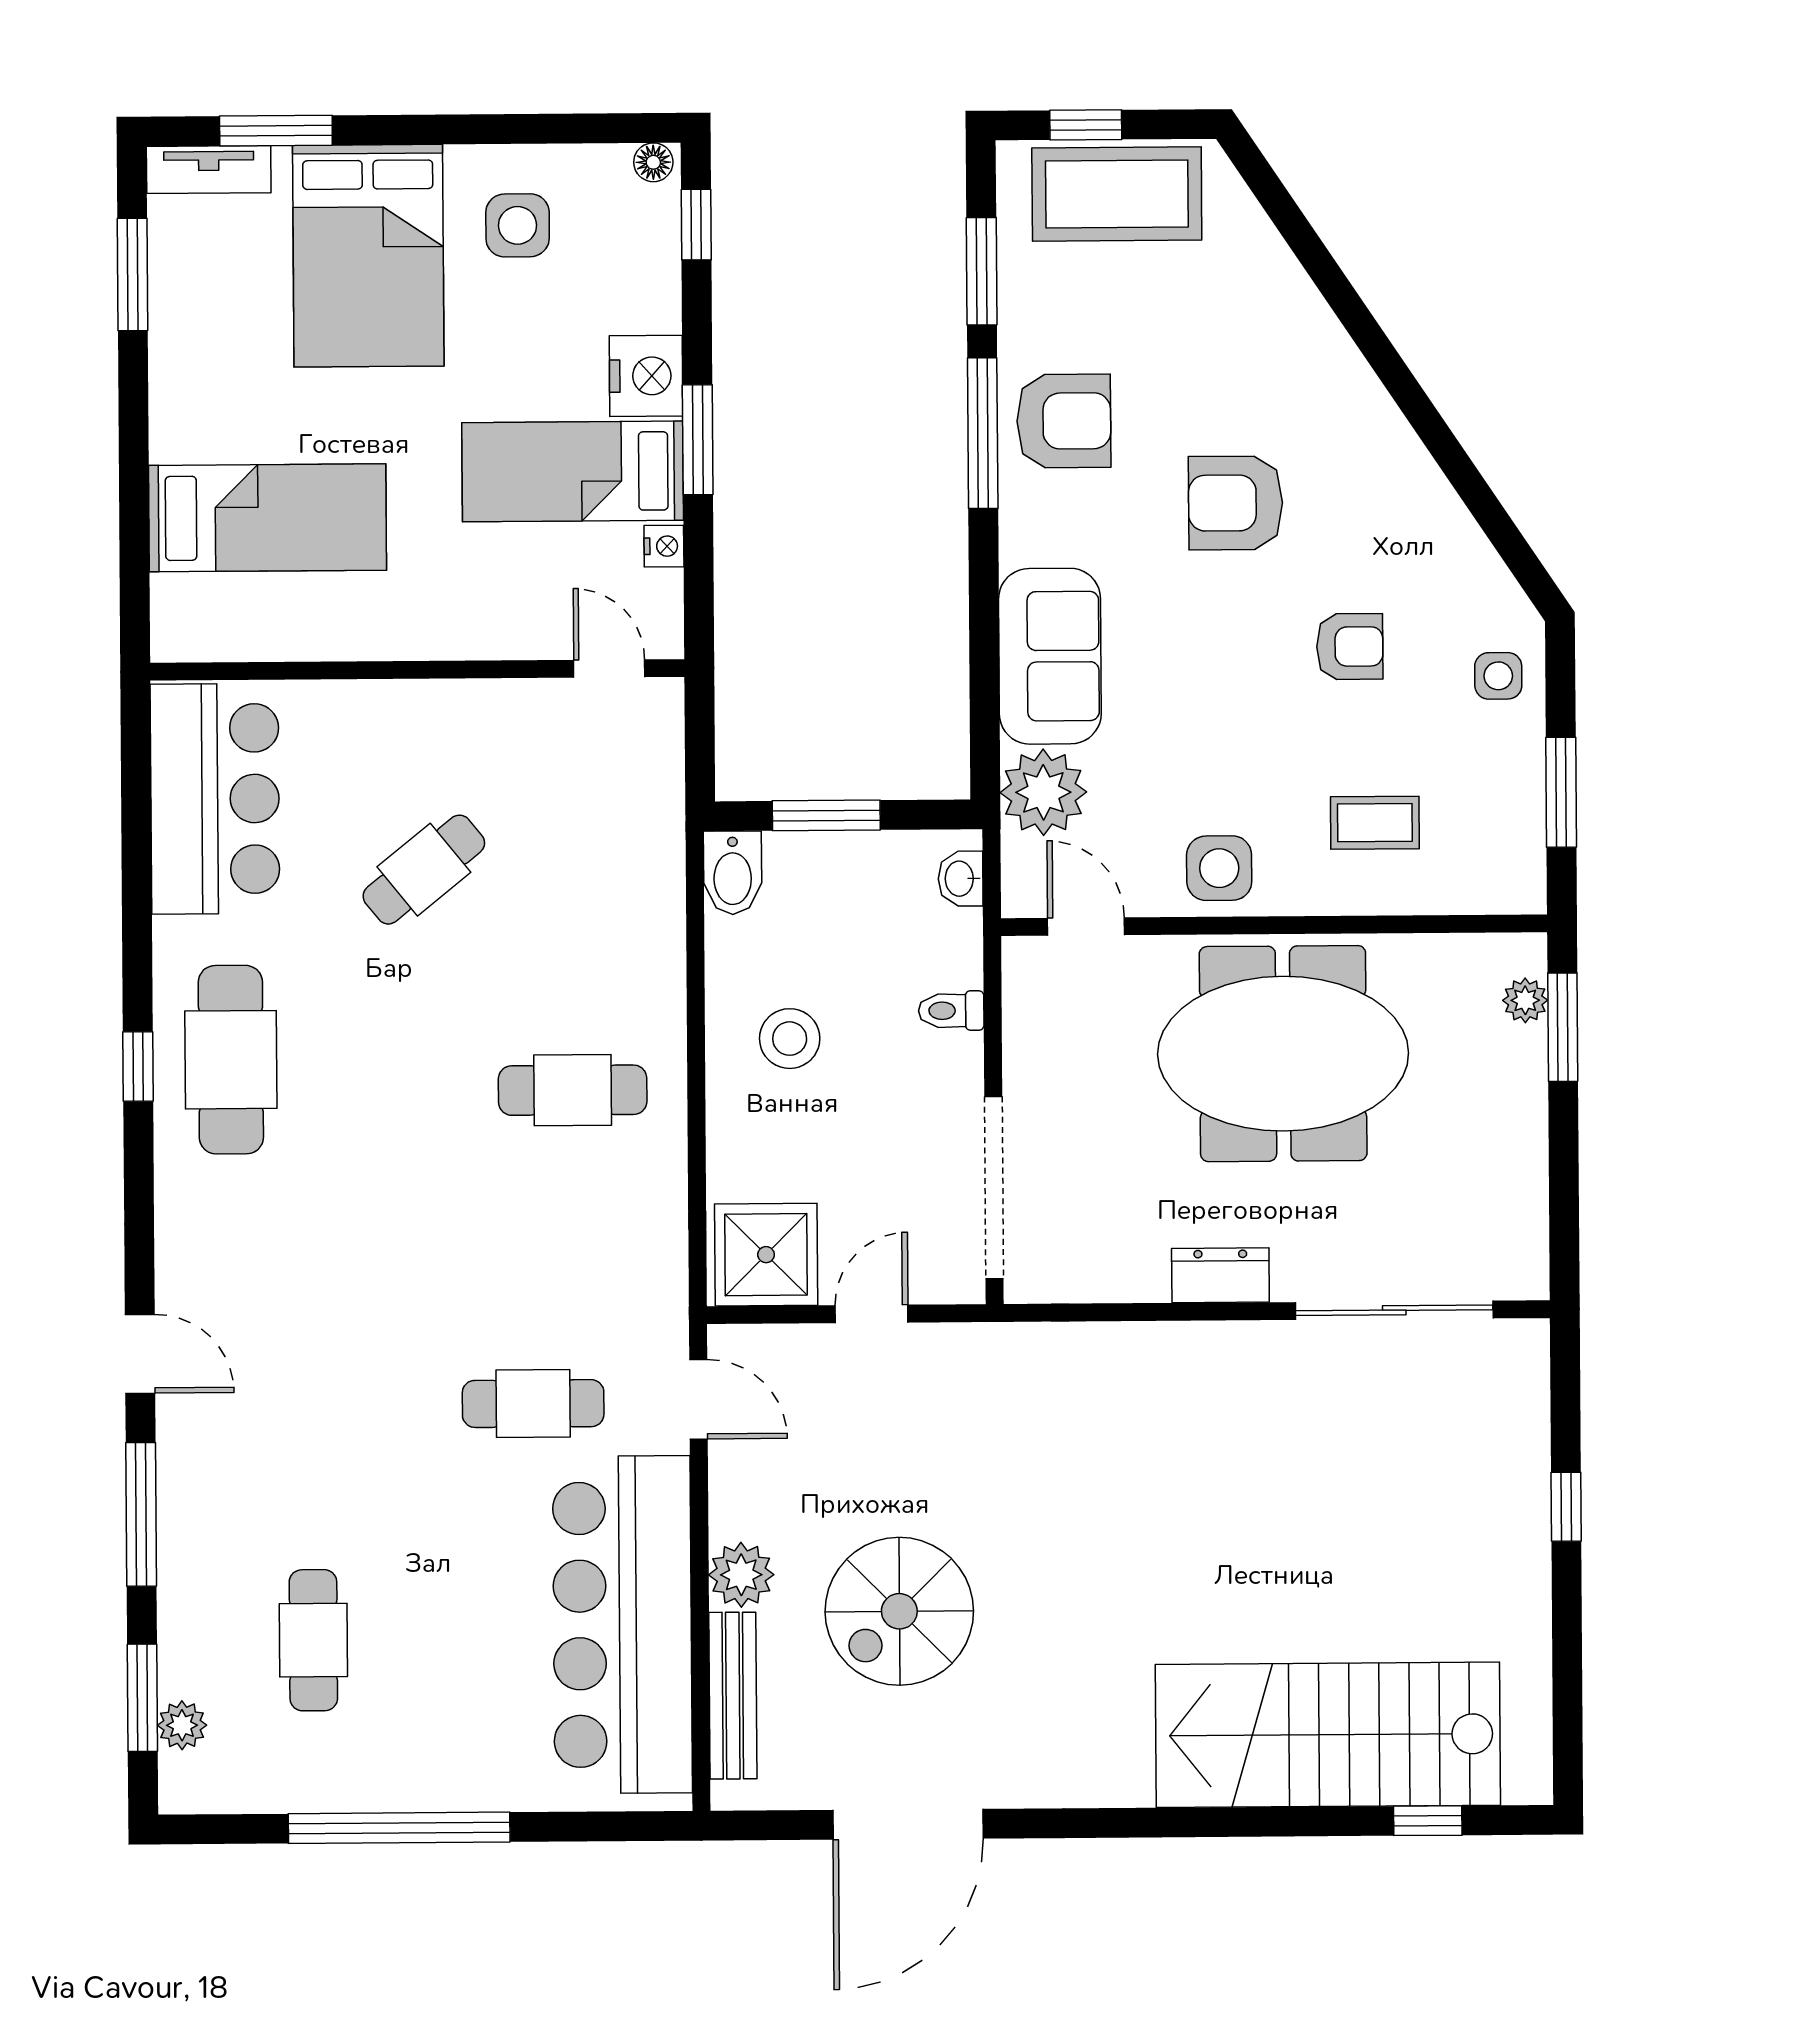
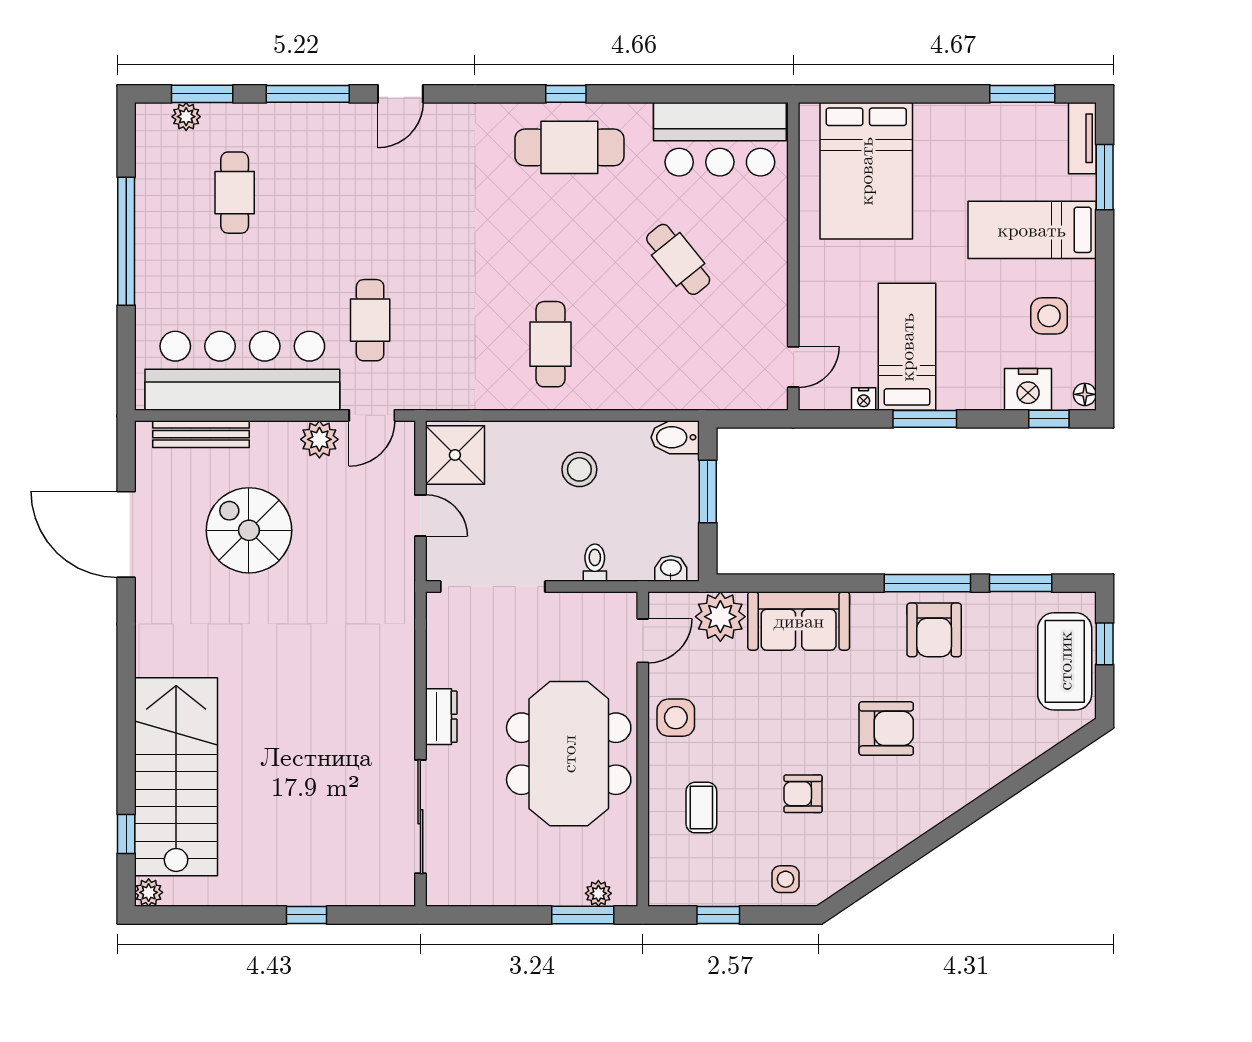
bed: (368, 256) -> (1032, 230), width x0.67
nightstand: (646, 376) -> (1028, 389), moved
armchair: (1235, 503) -> (886, 728), turned 90
bed: (268, 518) -> (866, 171), width x1.50
armchair: (1350, 647) -> (803, 794), turned 90
window: (1561, 792) -> (718, 915), width x0.67
plant: (741, 1575) -> (319, 439), moved
cafe table: (313, 1640) -> (235, 193), turned 90
plant: (1529, 1781) -> (149, 892), added

